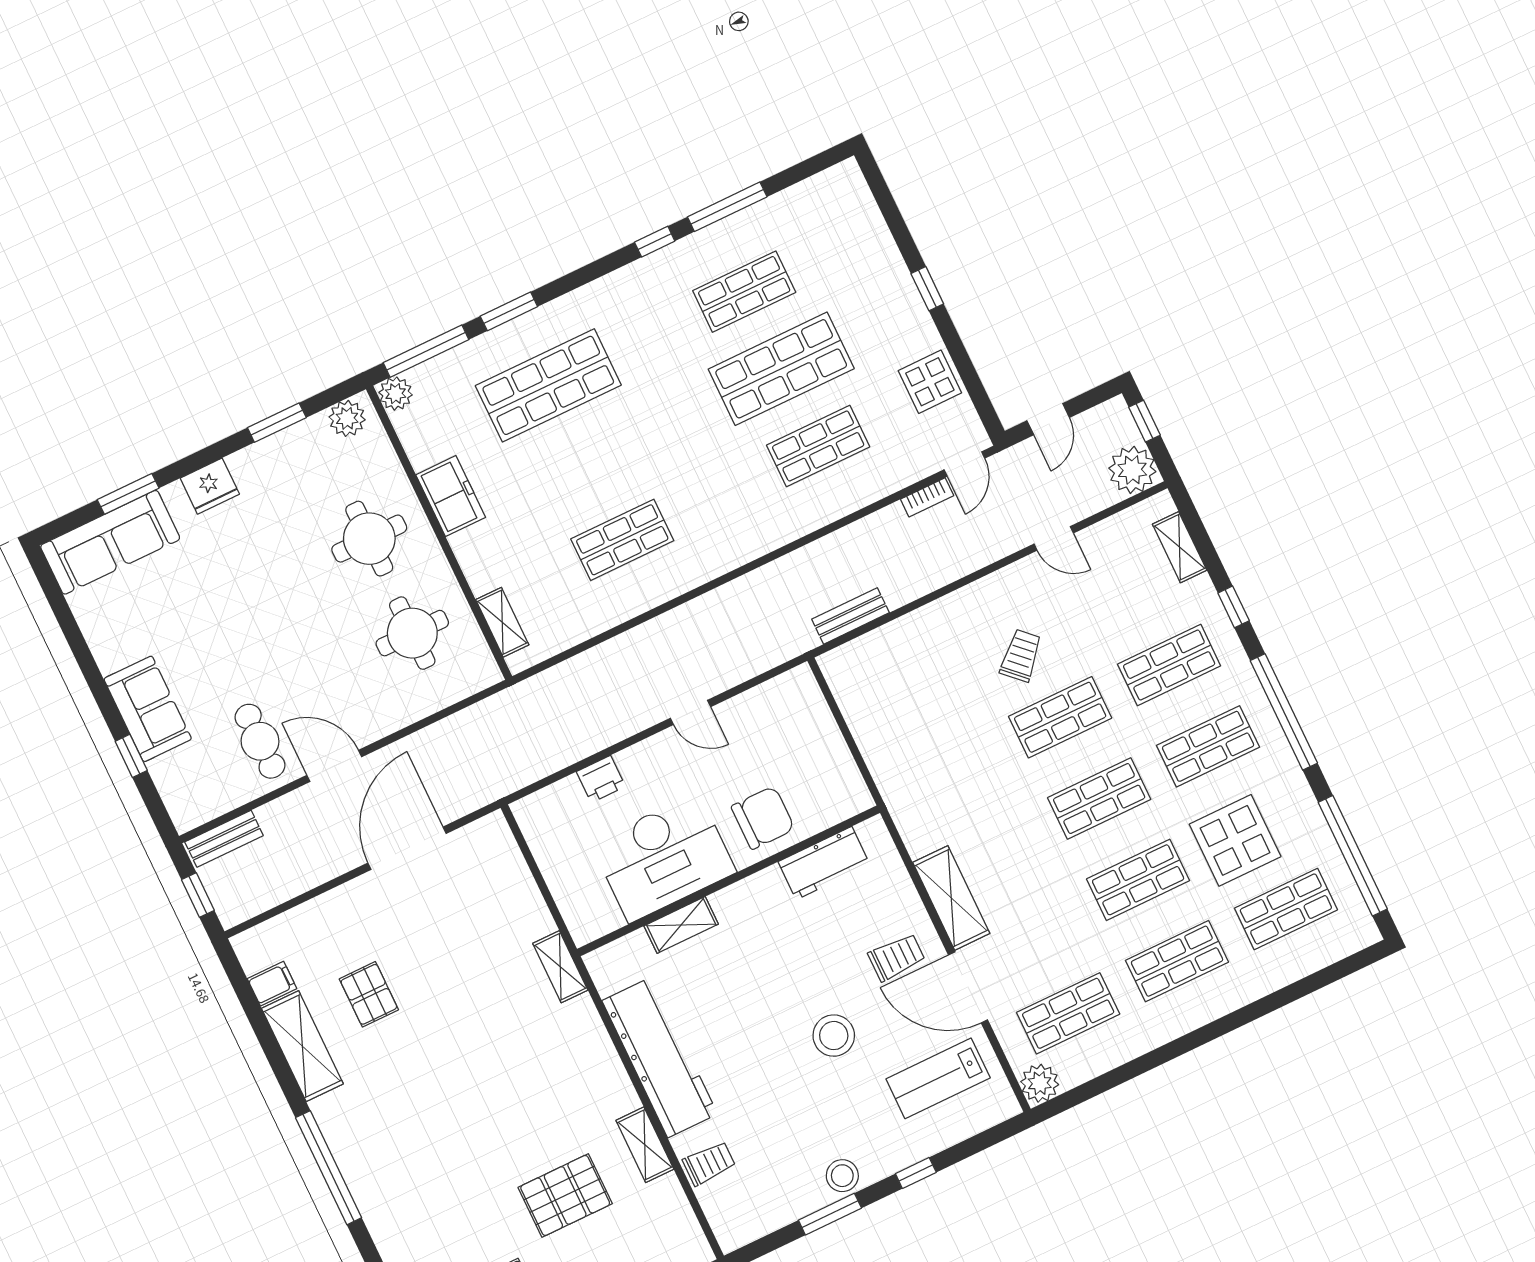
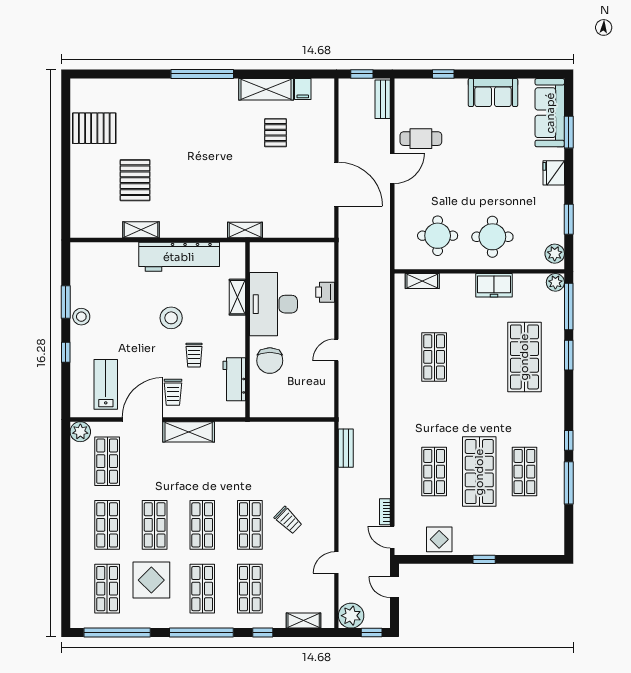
sofa: (148, 709) -> (493, 92), moved
pallet: (369, 994) -> (276, 133), turned 90
stool: (834, 1036) -> (171, 318), moved
trolley: (709, 1163) -> (194, 355), moved

